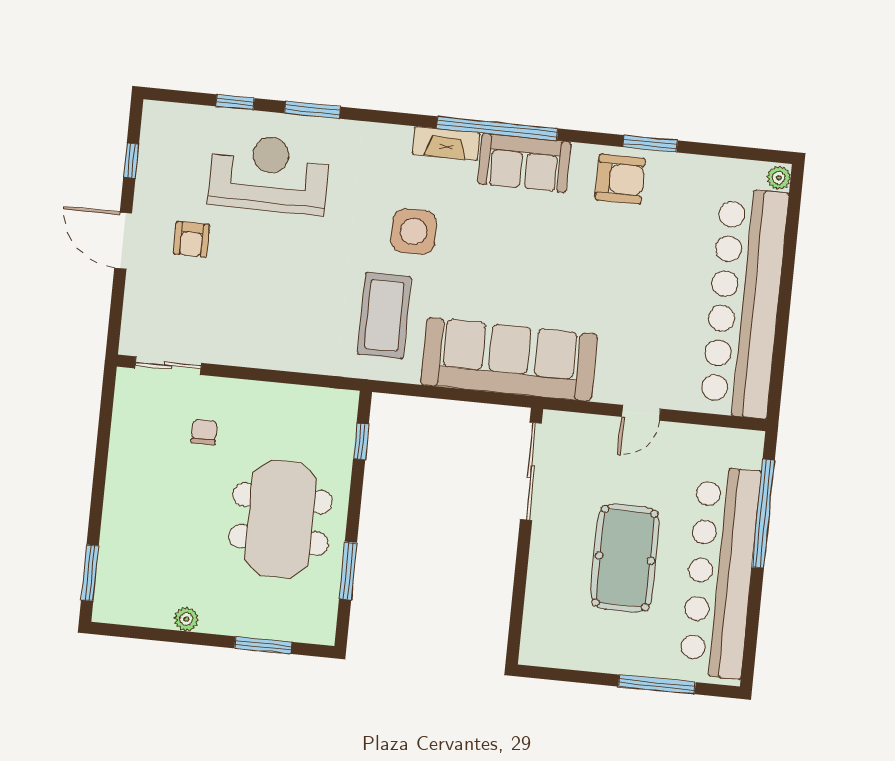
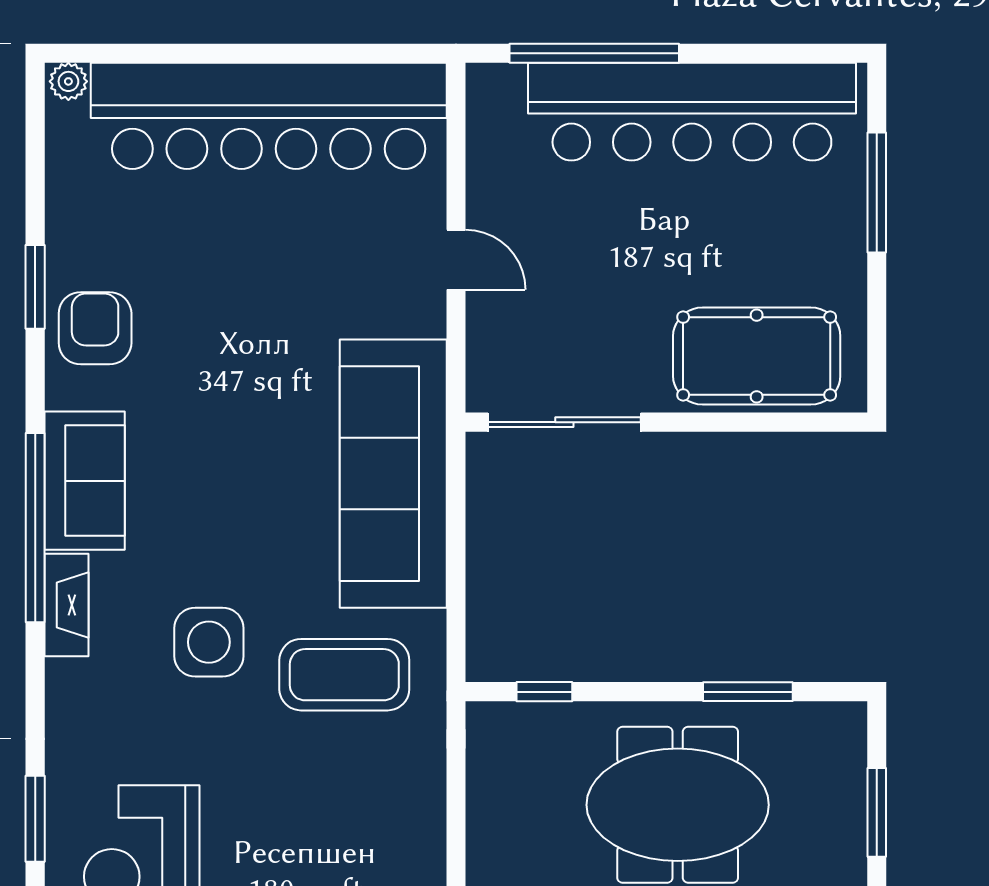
pool table: (625, 558) -> (757, 356), moved

